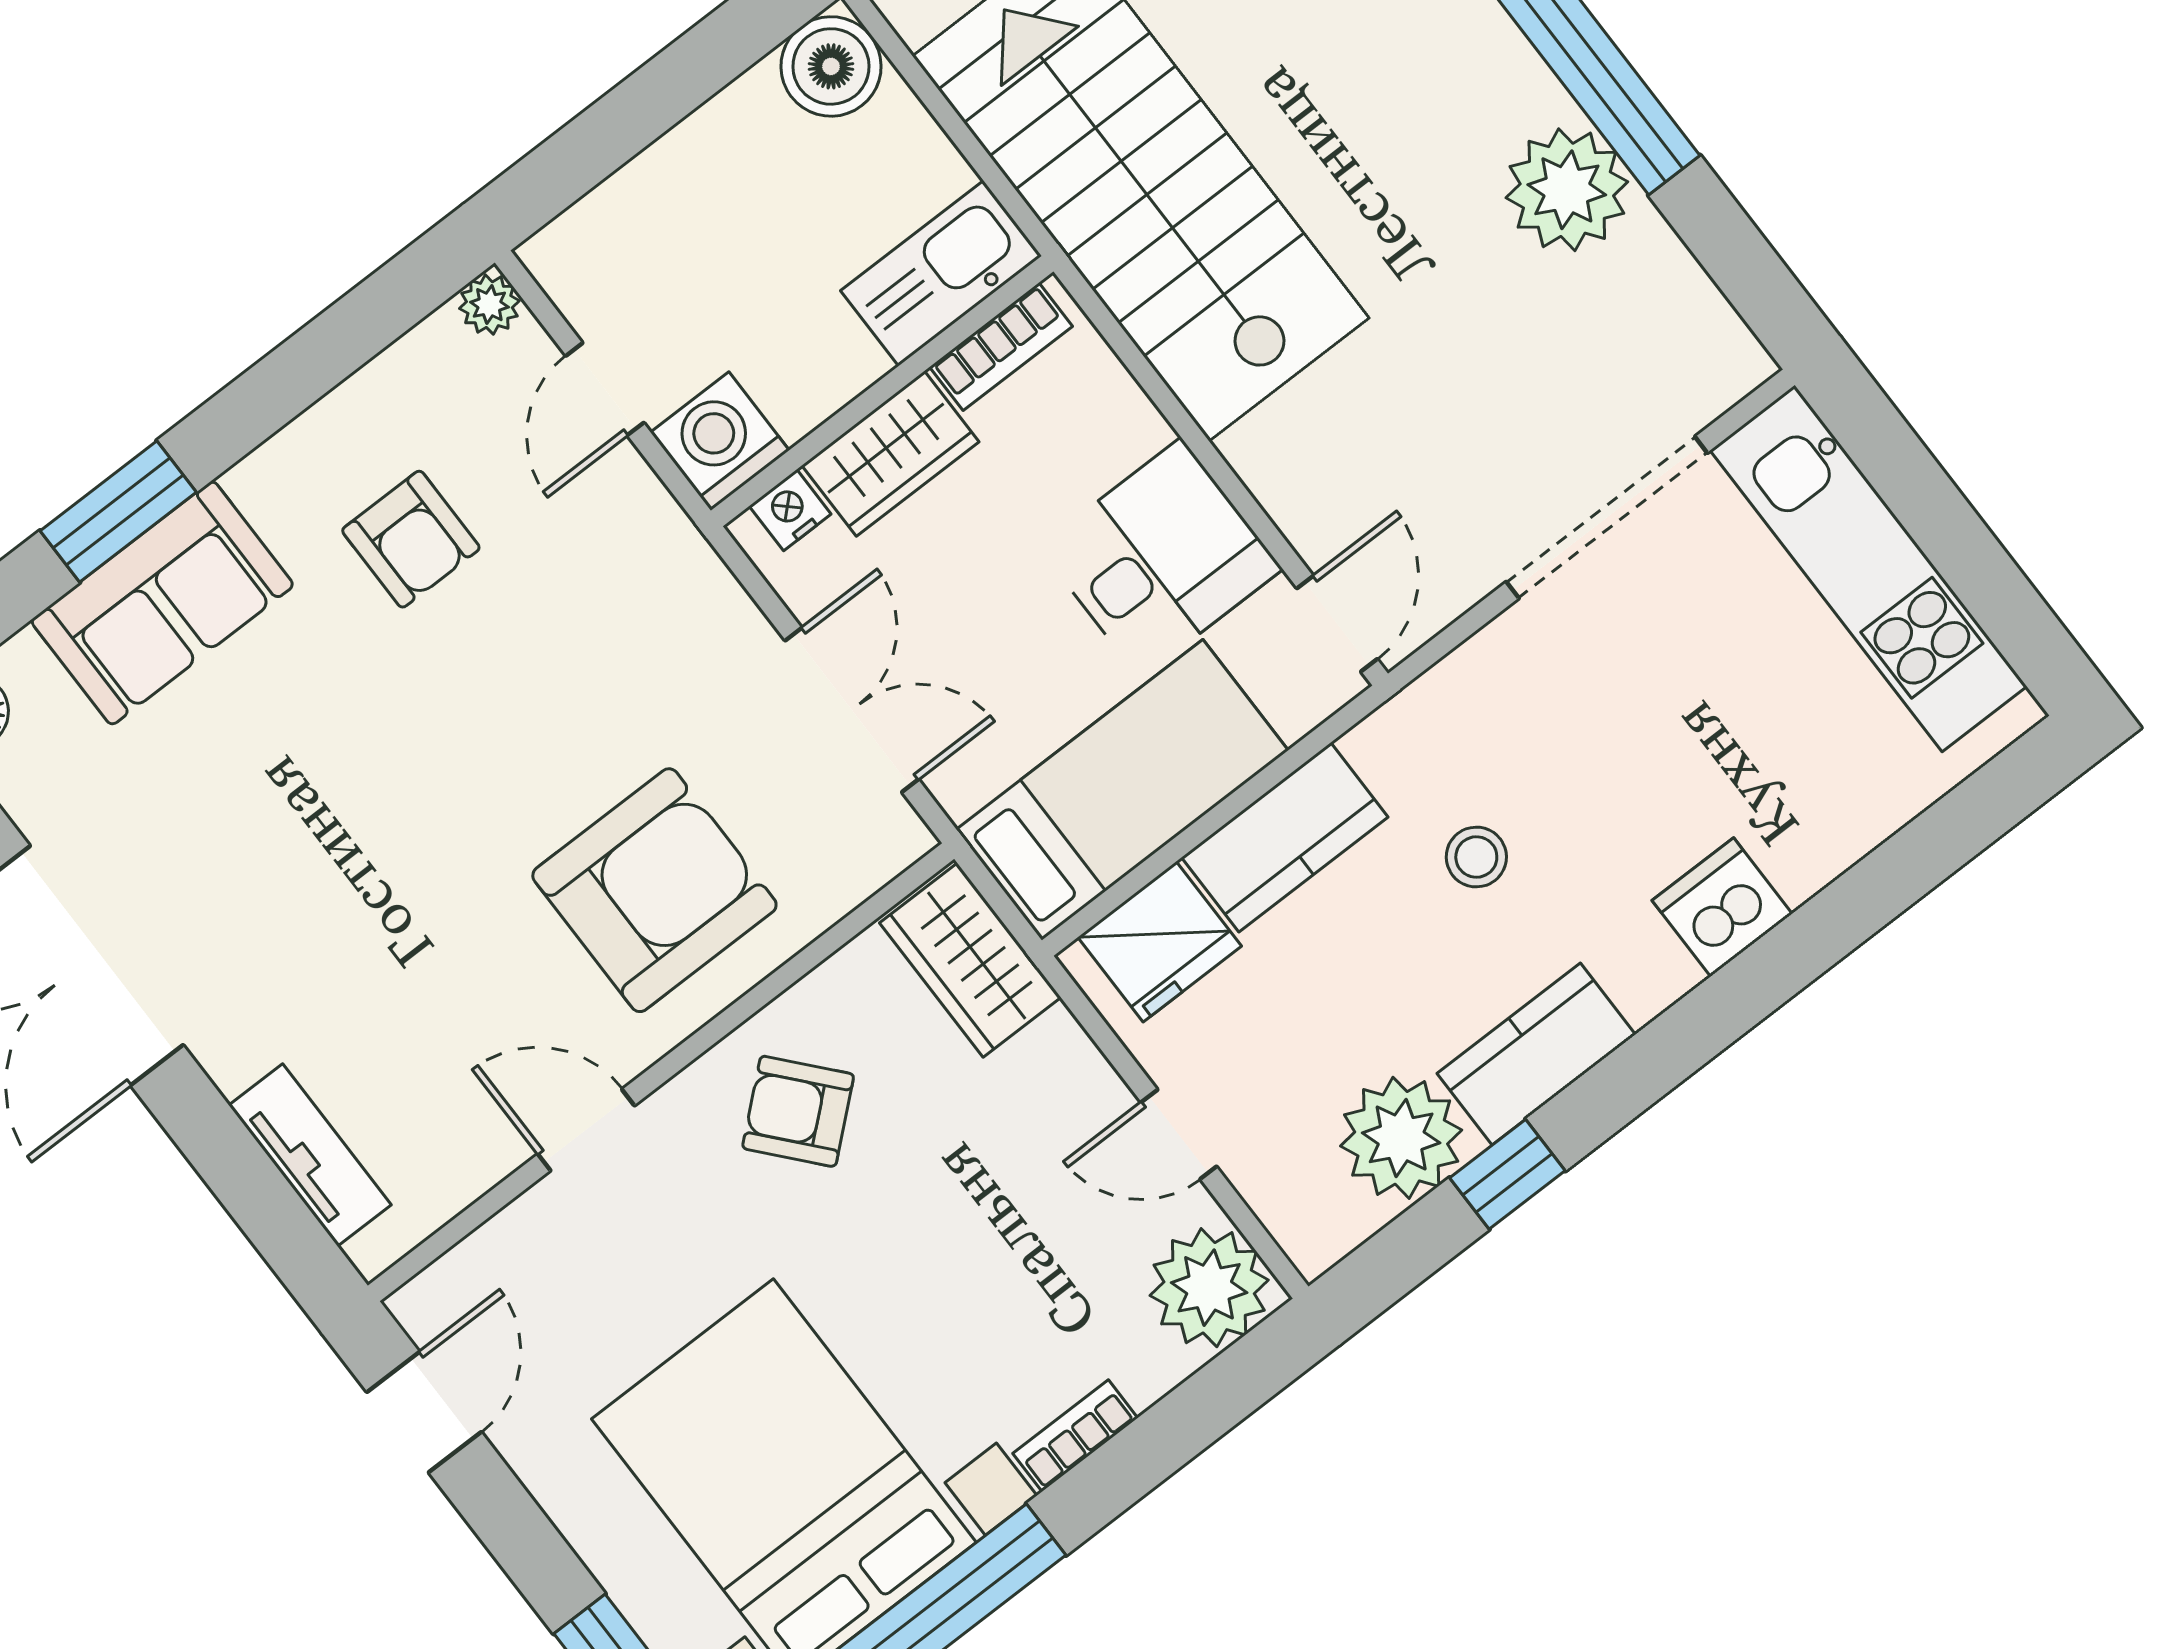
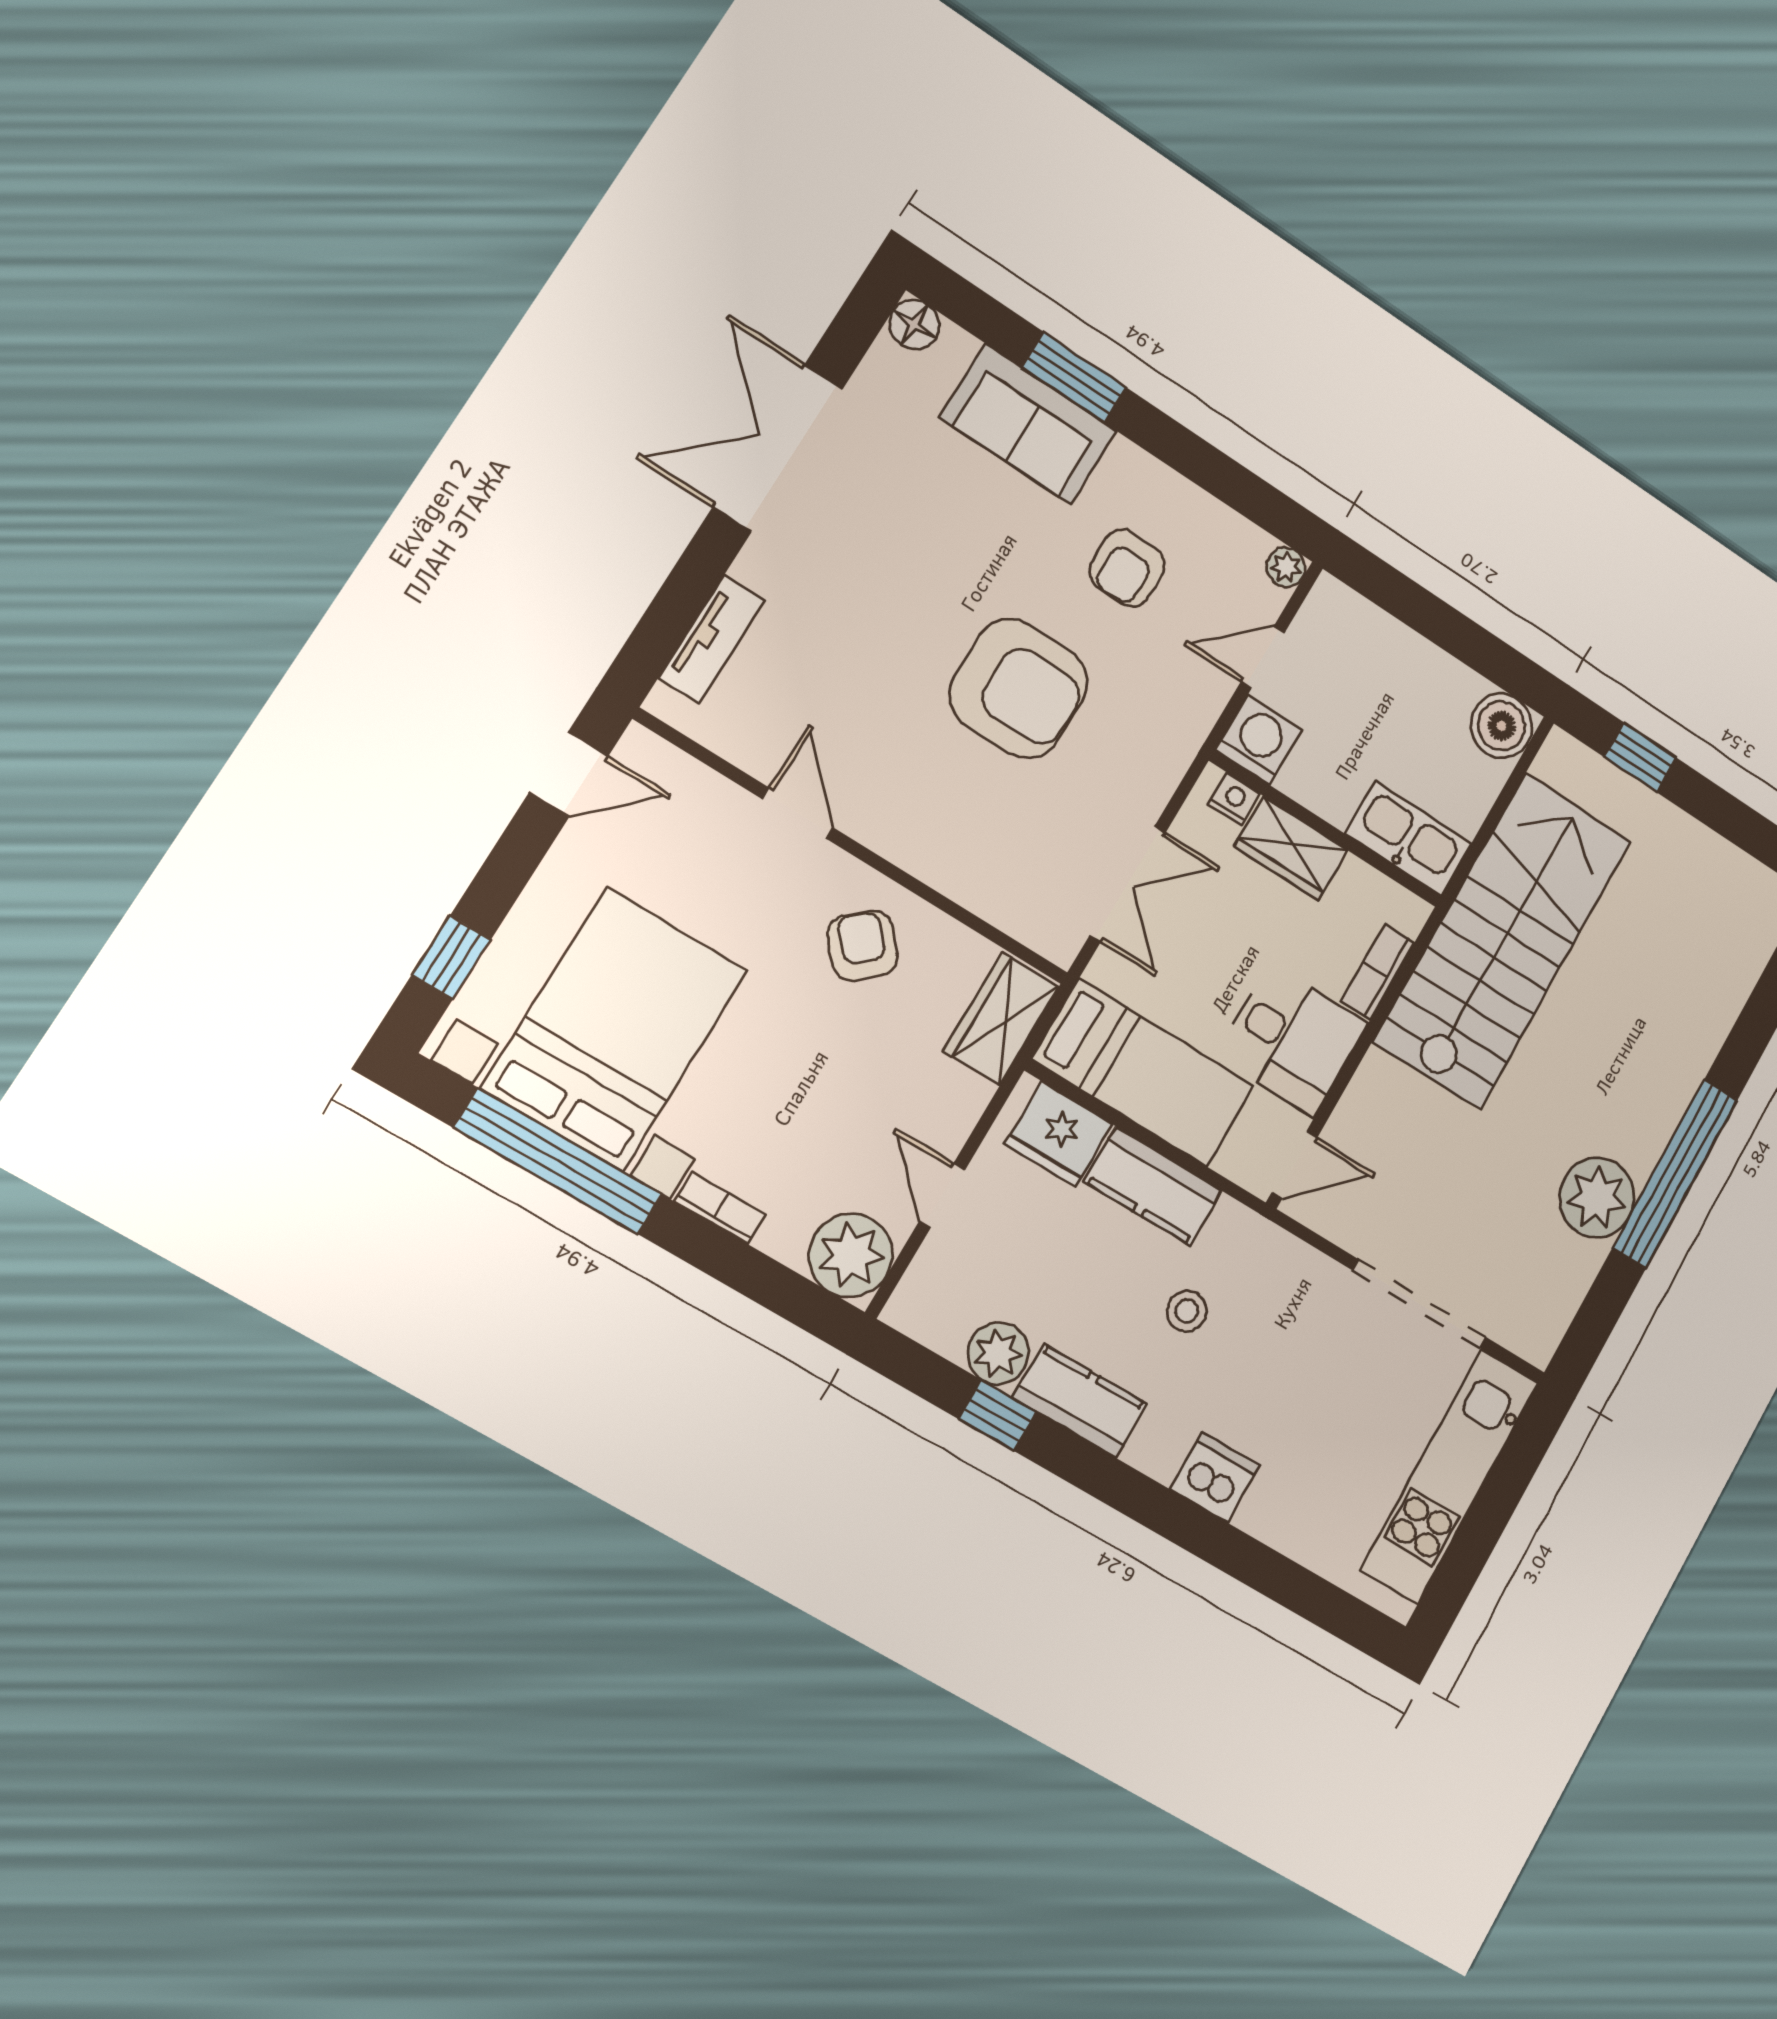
bookcase: (1001, 347) -> (1378, 972), moved, turned 90
armchair: (654, 890) -> (1019, 688), moved
plant: (1401, 1138) -> (998, 1353), width x0.73, depth x0.73

